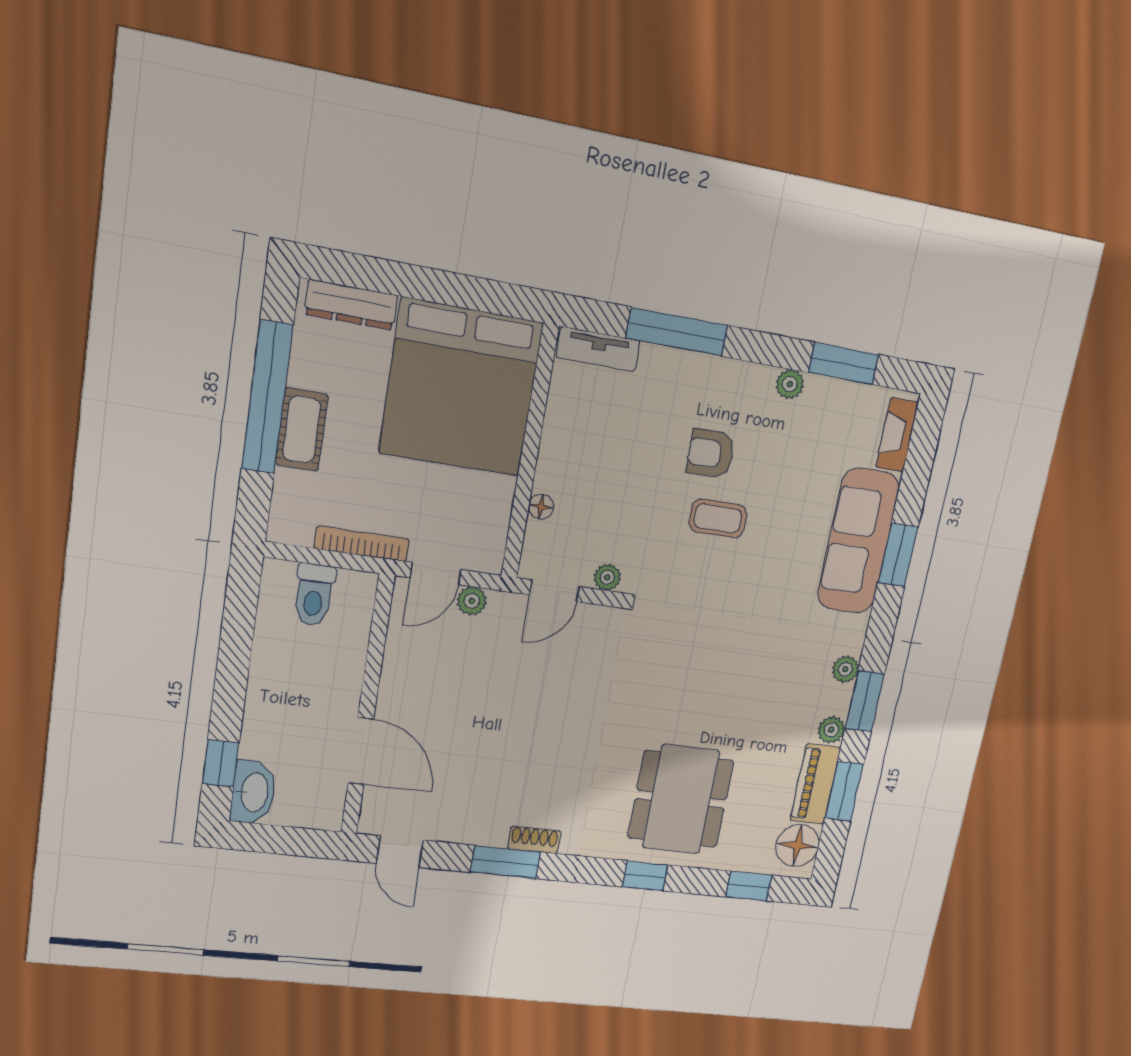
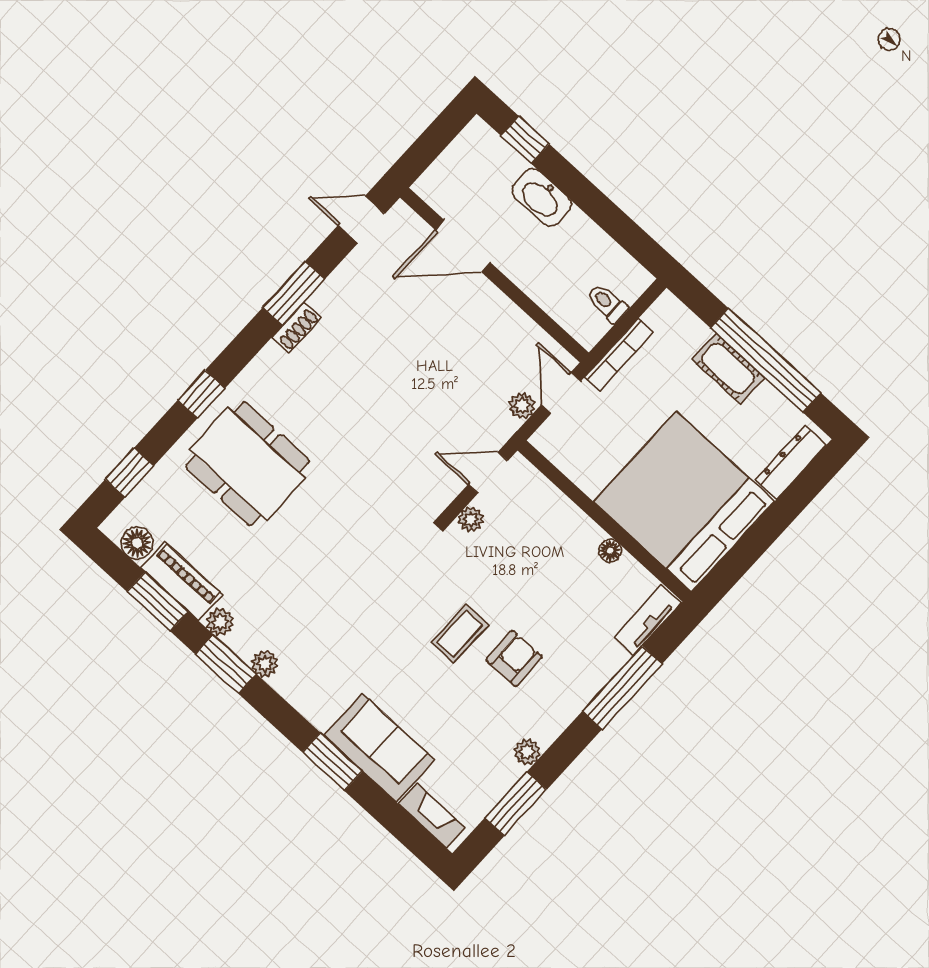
floor lamp: (541, 507) -> (610, 551), moved
sofa: (858, 541) -> (379, 748), width x0.73
door: (554, 591) -> (488, 473), hinge flipped
toilet: (314, 595) -> (607, 303), width x0.73, depth x0.72
washbasin: (253, 792) -> (542, 197), moved
floor lamp: (798, 845) -> (137, 543), width x0.73, depth x0.73

